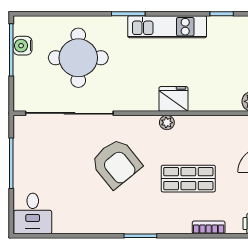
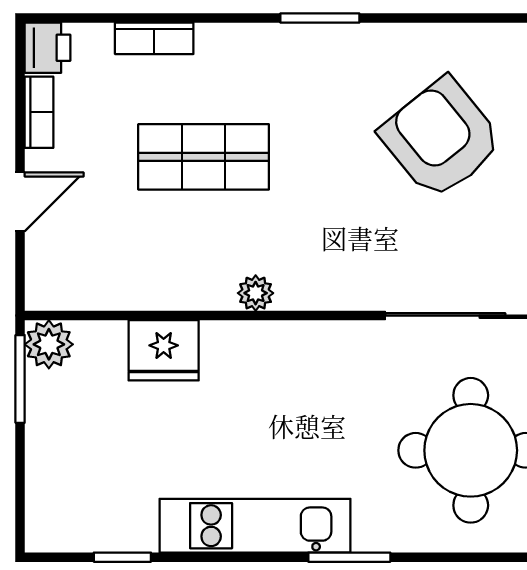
fridge: (173, 99) -> (164, 350), moved
armchair: (116, 163) -> (441, 138), moved

